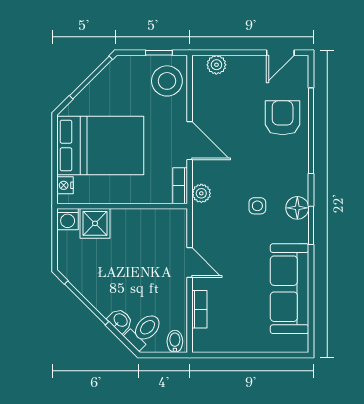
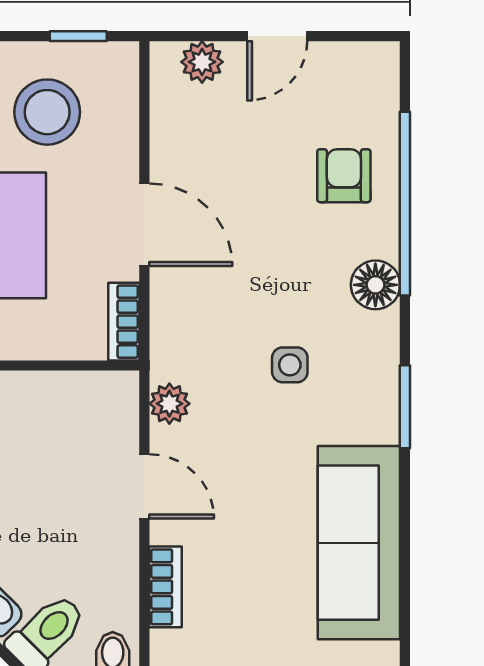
door: (280, 53) -> (277, 36), moved
stool: (167, 81) -> (47, 112), moved
armchair: (283, 118) -> (344, 176), width x0.72, depth x0.72
plant: (201, 193) -> (169, 404), moved
floor lamp: (297, 208) -> (375, 285), moved

